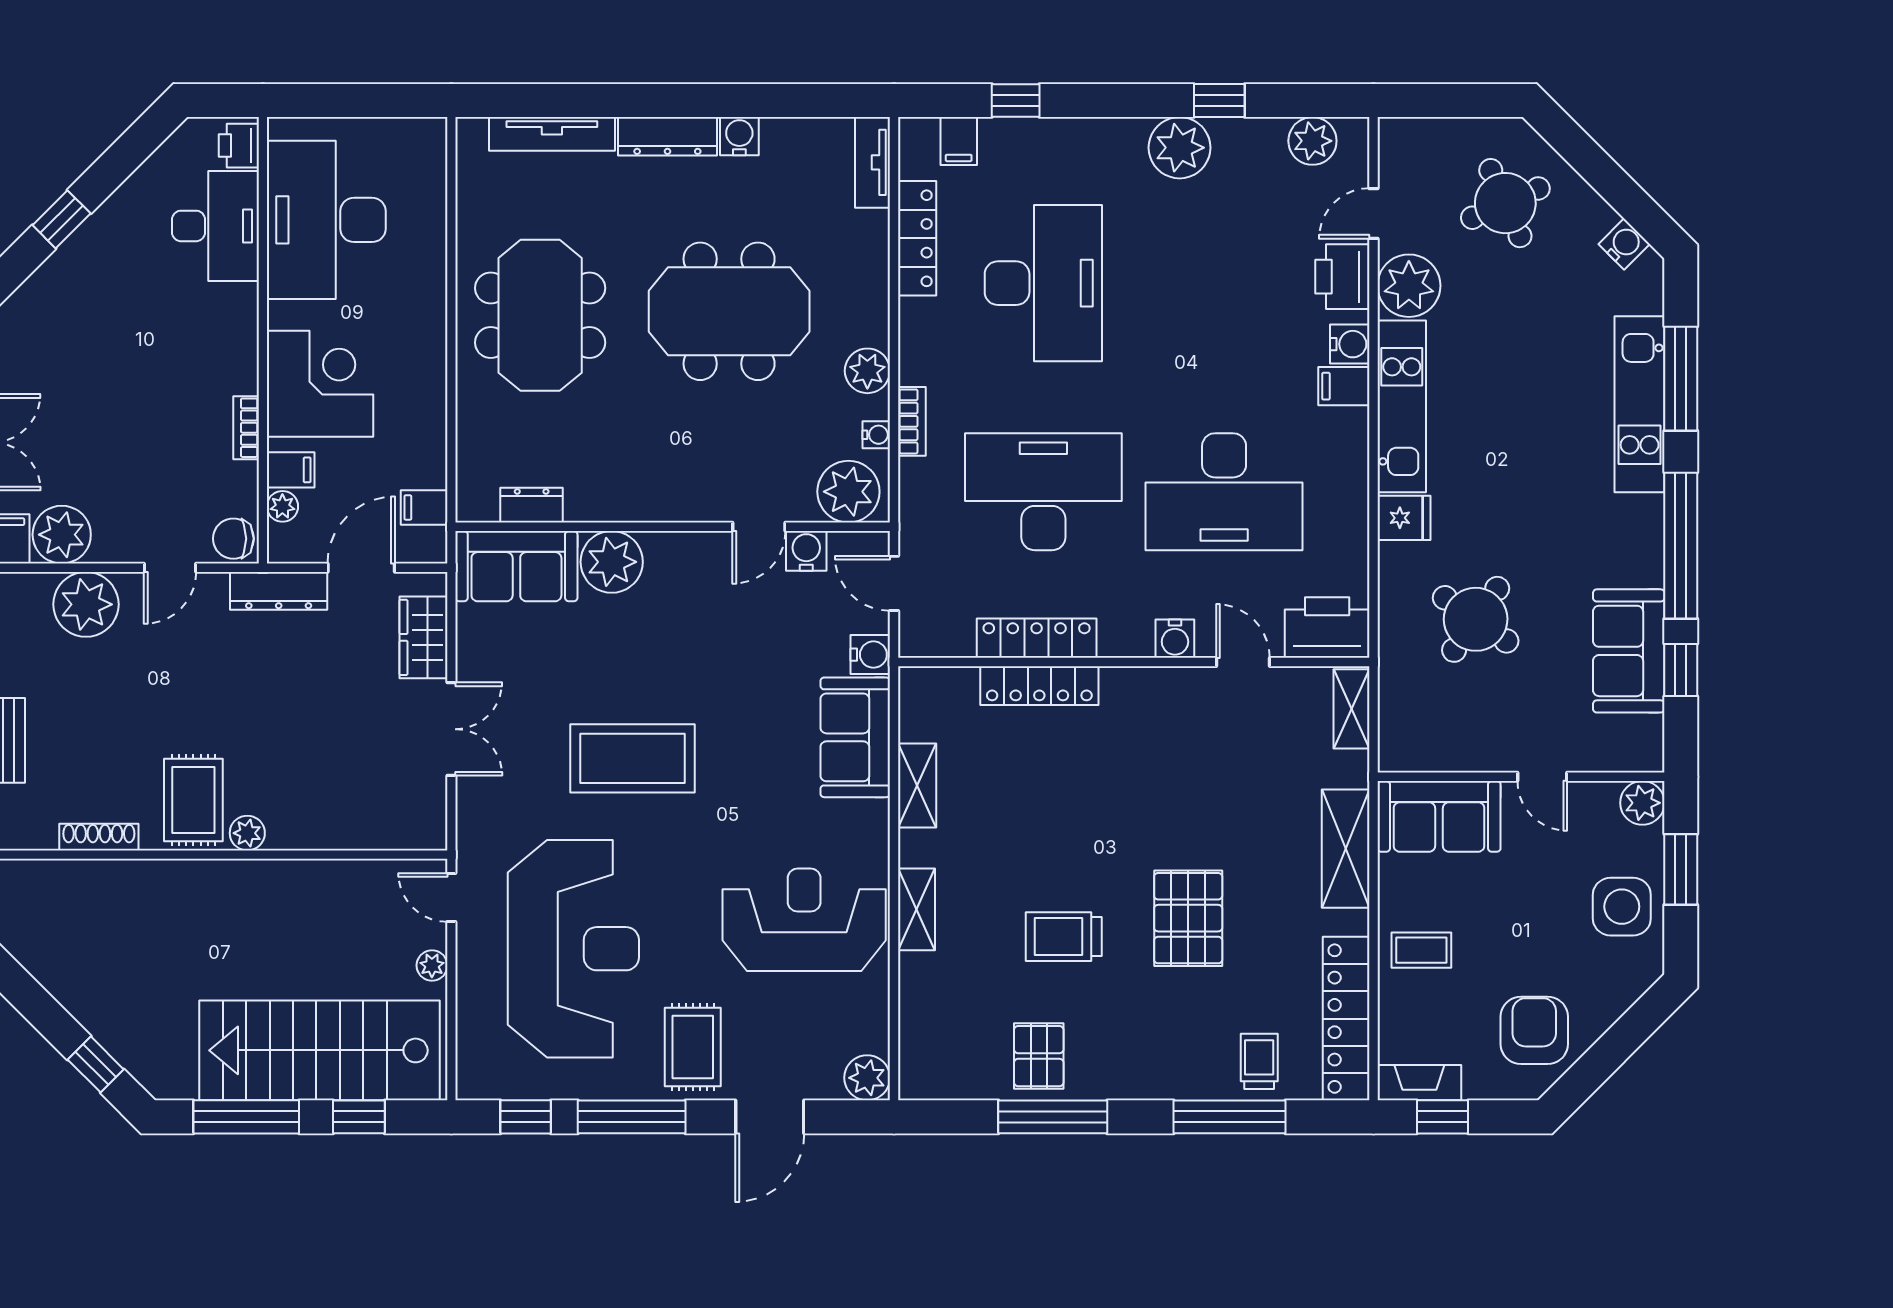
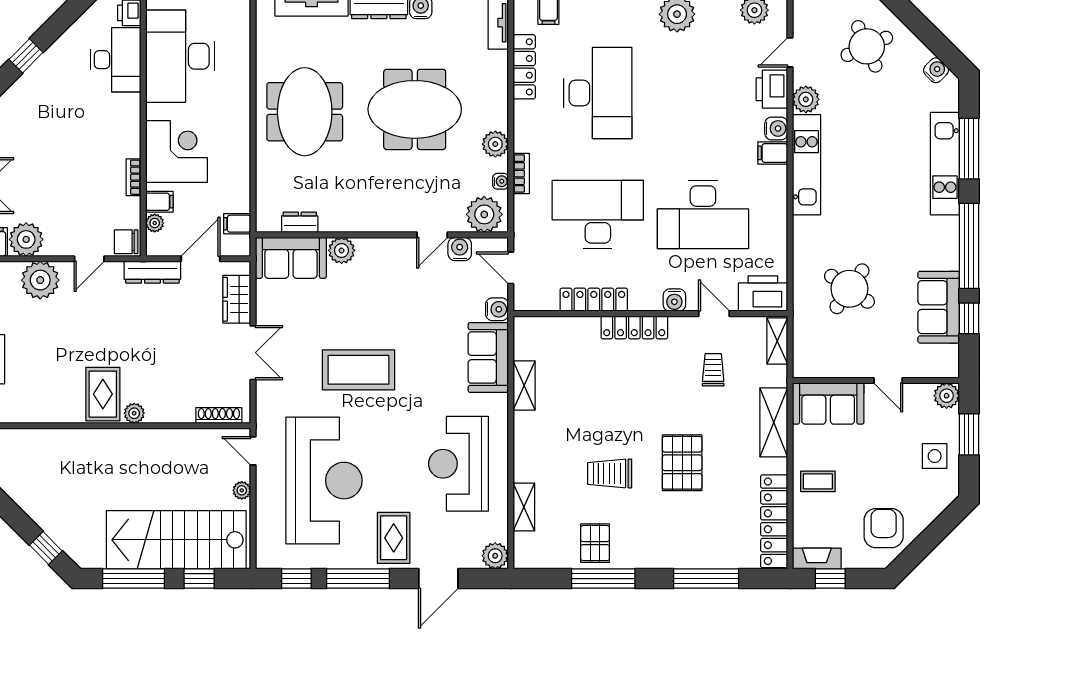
plant: (1409, 286) -> (806, 99), width x0.73, depth x0.73
fridge: (1404, 518) -> (808, 230), removed
plant: (612, 562) -> (342, 250), width x0.73, depth x0.73
locker: (1039, 686) -> (634, 327), moved
shoe rack: (99, 837) -> (219, 416), moved
side table: (1622, 907) -> (935, 456), width x0.73, depth x0.73
shelving: (917, 909) -> (524, 507), moved
reception desk: (804, 920) -> (458, 464), turned -90
trolley: (1259, 1061) -> (713, 370), moved

